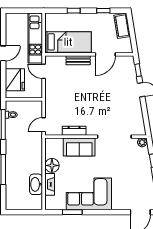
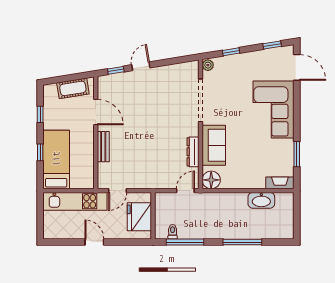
cot: (122, 26) -> (73, 88), moved
bed: (68, 42) -> (56, 159), moved
fridge: (15, 80) -> (139, 217), moved, turned -90
door: (44, 125) -> (185, 191), swing flipped
floor lamp: (52, 165) -> (211, 180), moved
fireplace: (50, 184) -> (280, 183), moved
corner sofa: (89, 194) -> (273, 110), moved

